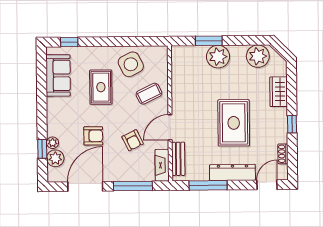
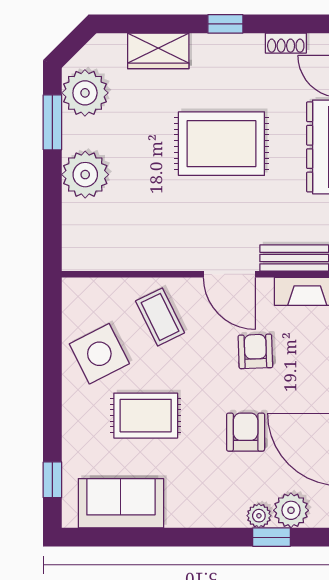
window: (209, 41) -> (52, 122), moved
armchair: (133, 140) -> (255, 351), turned -66

